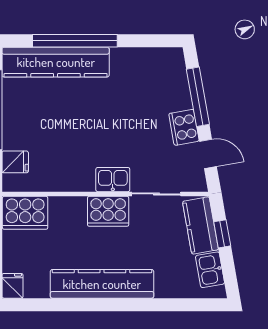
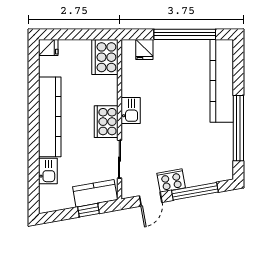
window: (75, 41) -> (238, 128), moved
kitchen sink: (113, 180) -> (131, 110), moved
kitchen sink: (210, 270) -> (48, 171), moved, turned 100

